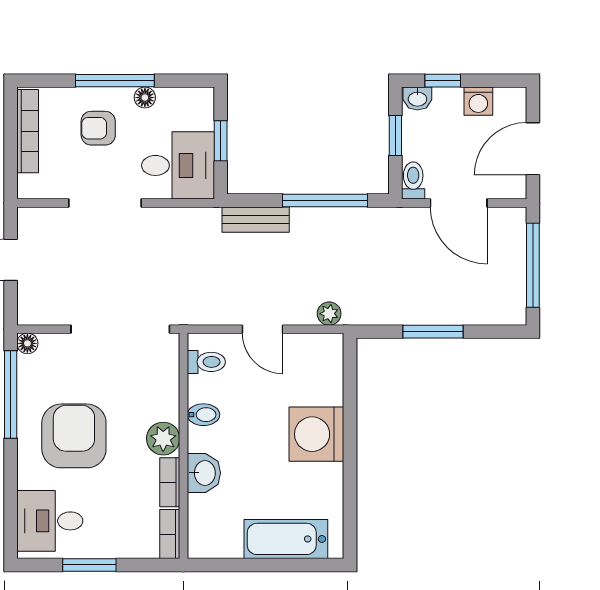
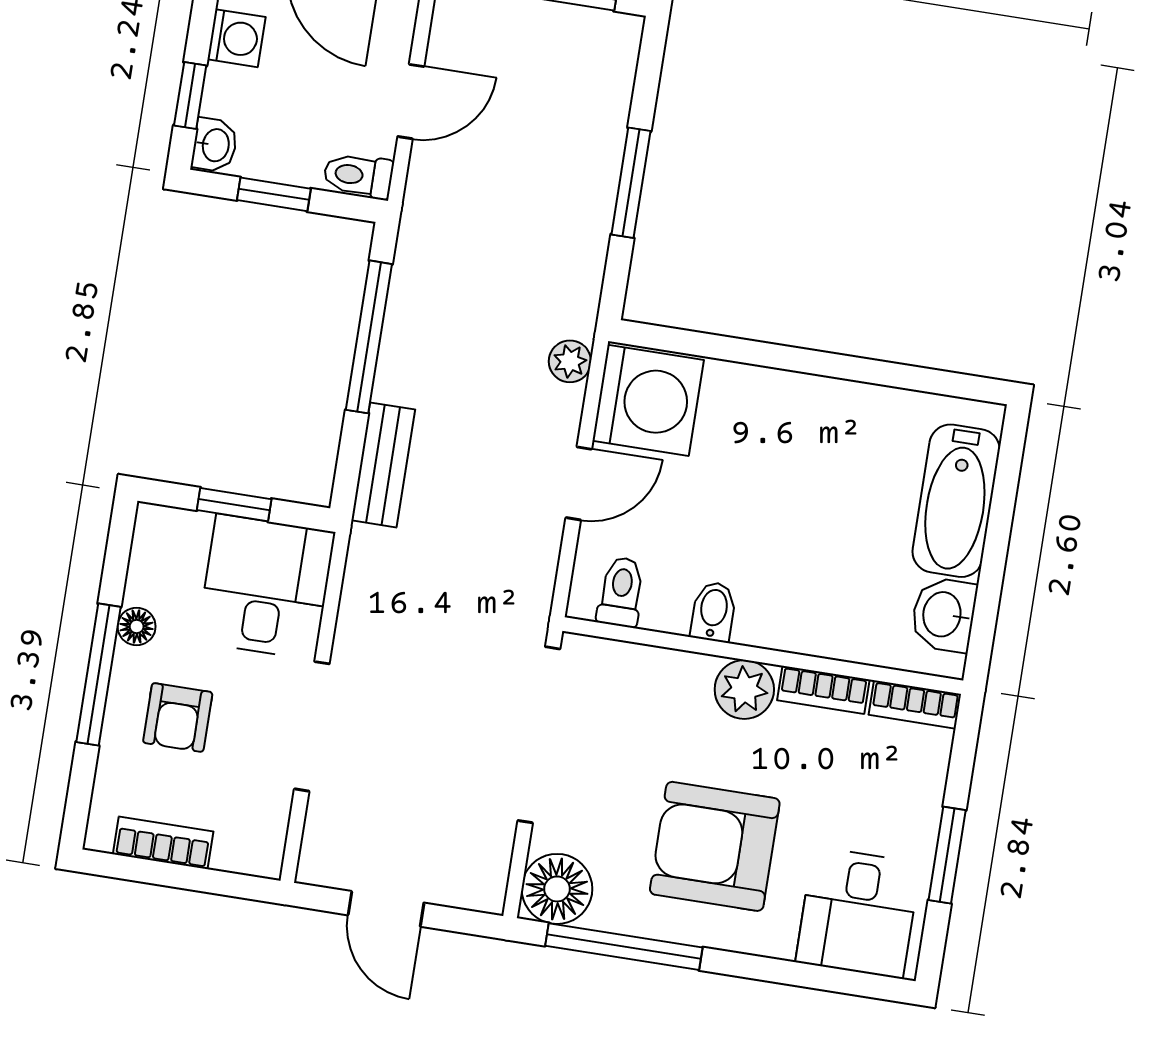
bookcase: (28, 131) -> (163, 843), width x0.64
door: (459, 203) -> (411, 101), width x0.73
floor lamp: (27, 343) -> (557, 889), width x1.89, depth x1.89
washing machine: (316, 434) -> (648, 400), moved, turned -90
washbasin: (204, 473) -> (944, 615), moved, turned -90

